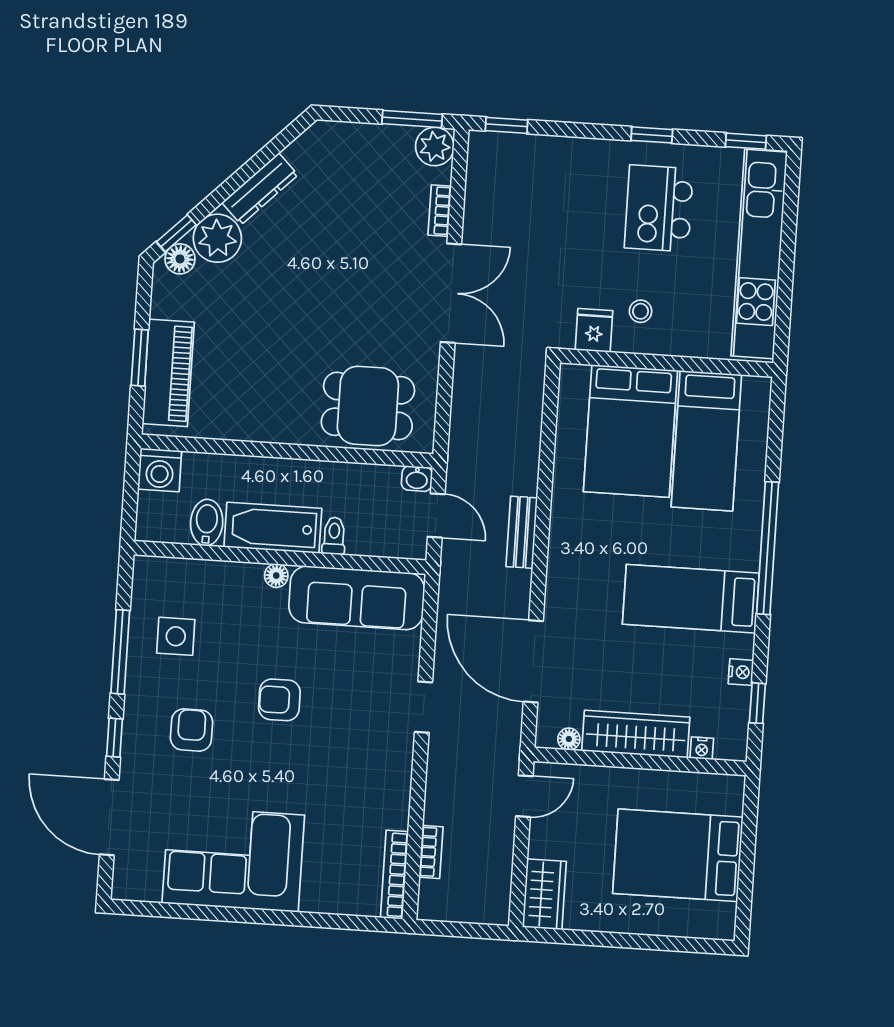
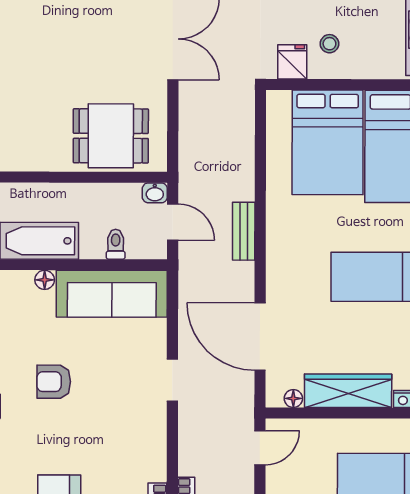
toilet: (334, 536) -> (116, 244), moved

